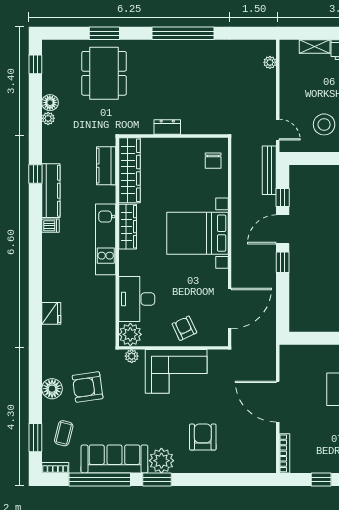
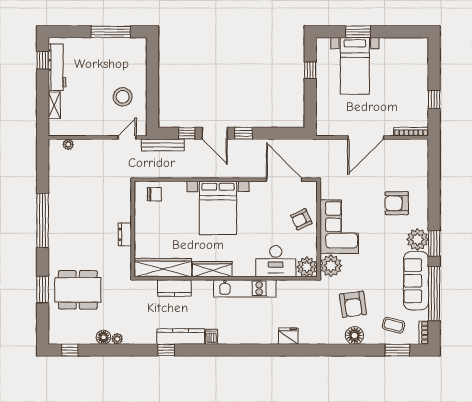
kitchen counter: (106, 166) -> (174, 288), moved
kitchen unit: (106, 239) -> (245, 288), moved
plant: (132, 356) -> (331, 266), width x1.88, depth x1.88

